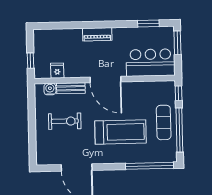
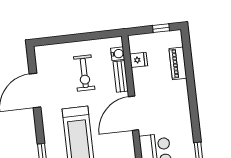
piano: (97, 34) -> (178, 63), moved
window: (31, 61) -> (161, 28), moved

